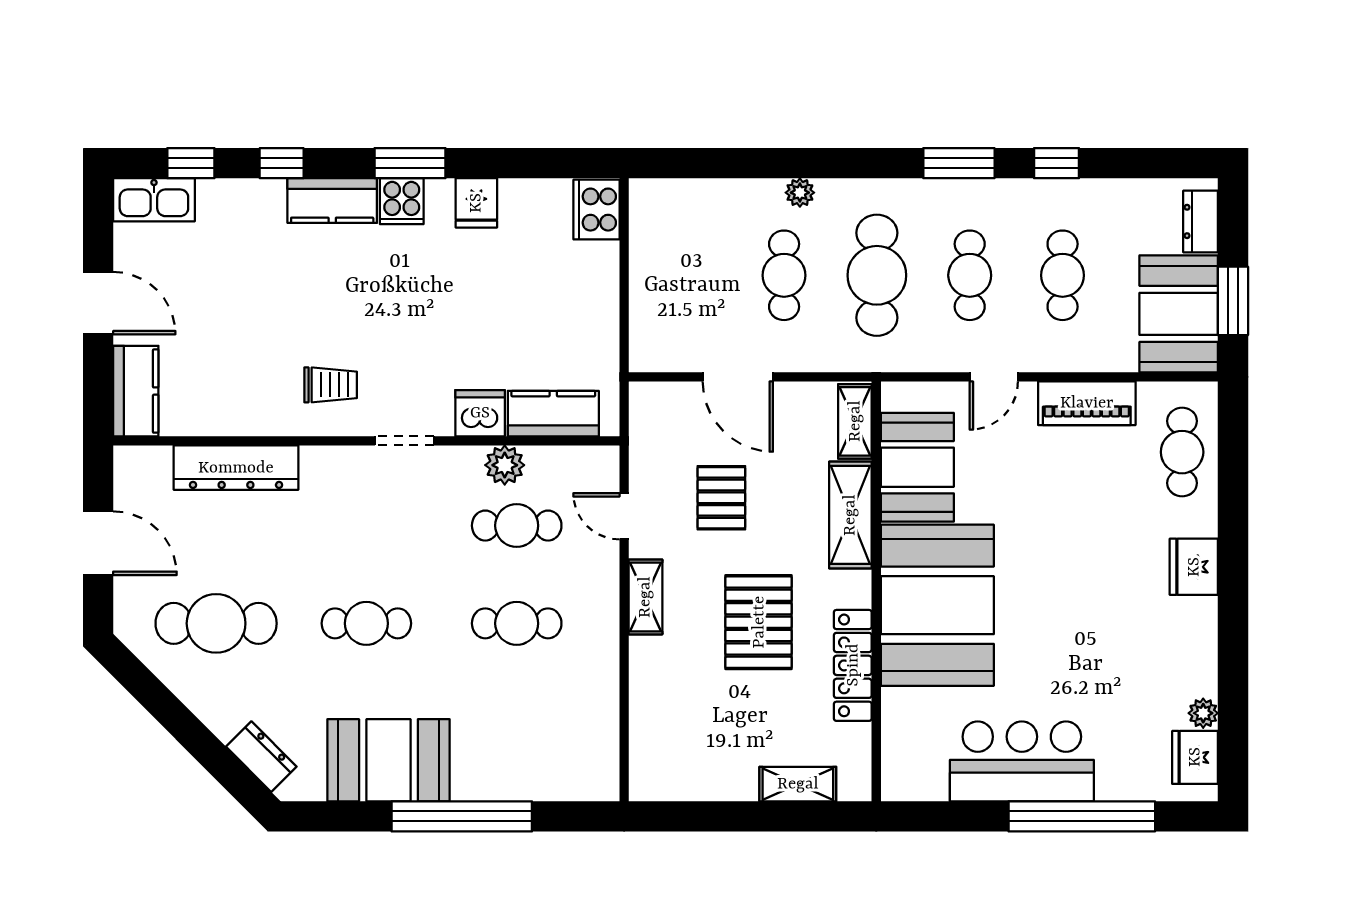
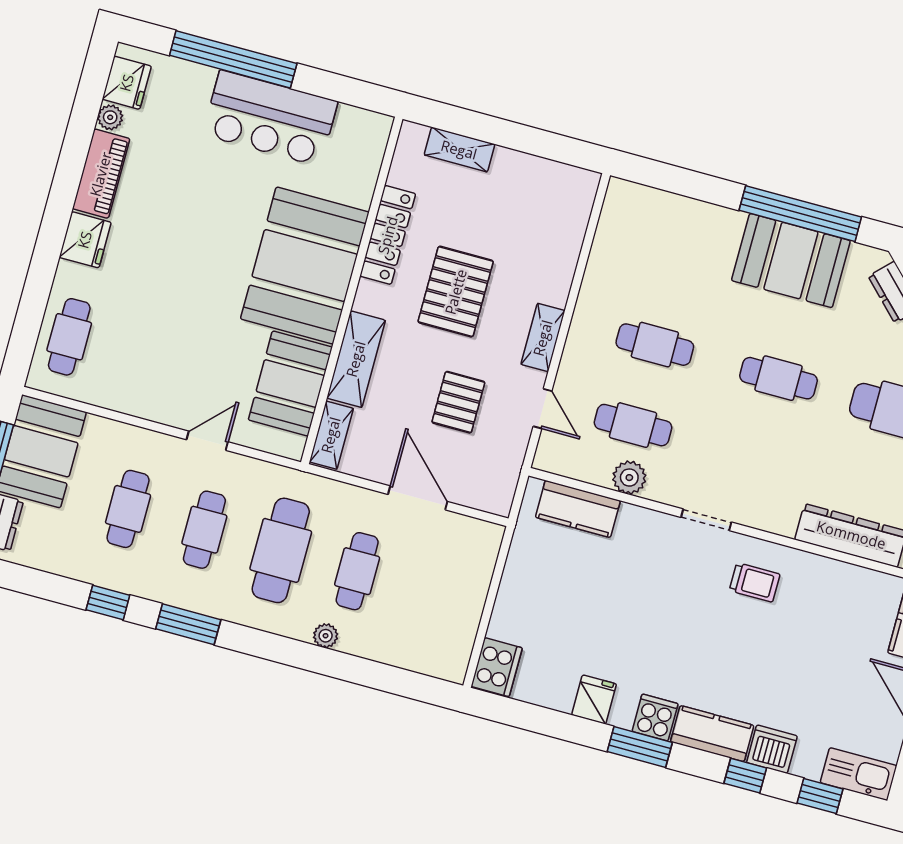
trolley: (331, 385) -> (755, 582), turned 180
piano: (1087, 403) -> (101, 174), moved, turned 90
dishwasher: (480, 413) -> (772, 749), moved, turned 180
window: (462, 816) -> (800, 214), moved

